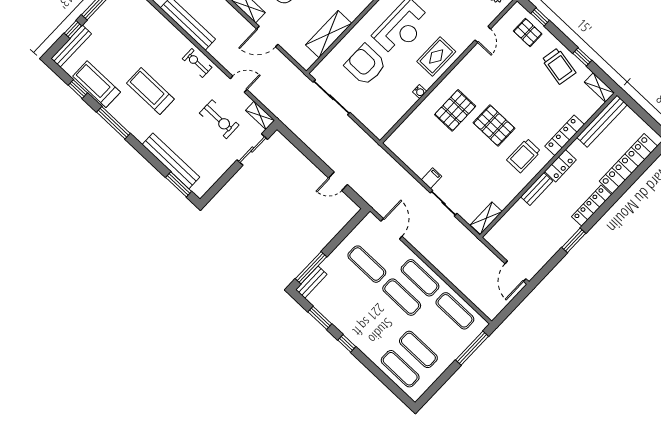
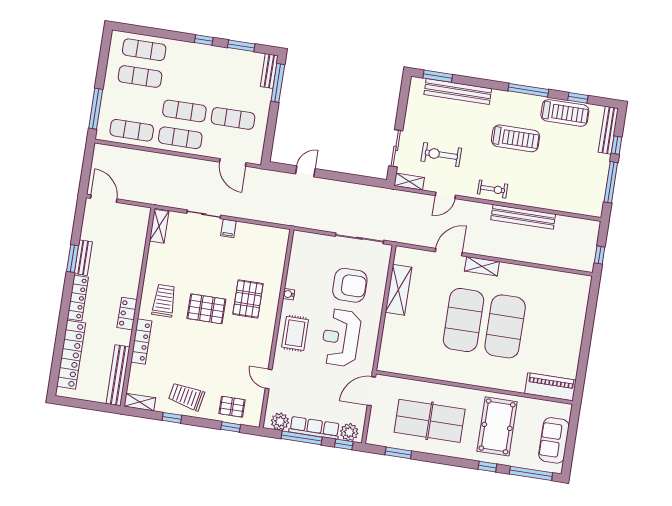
bench: (537, 189) -> (83, 258), moved

